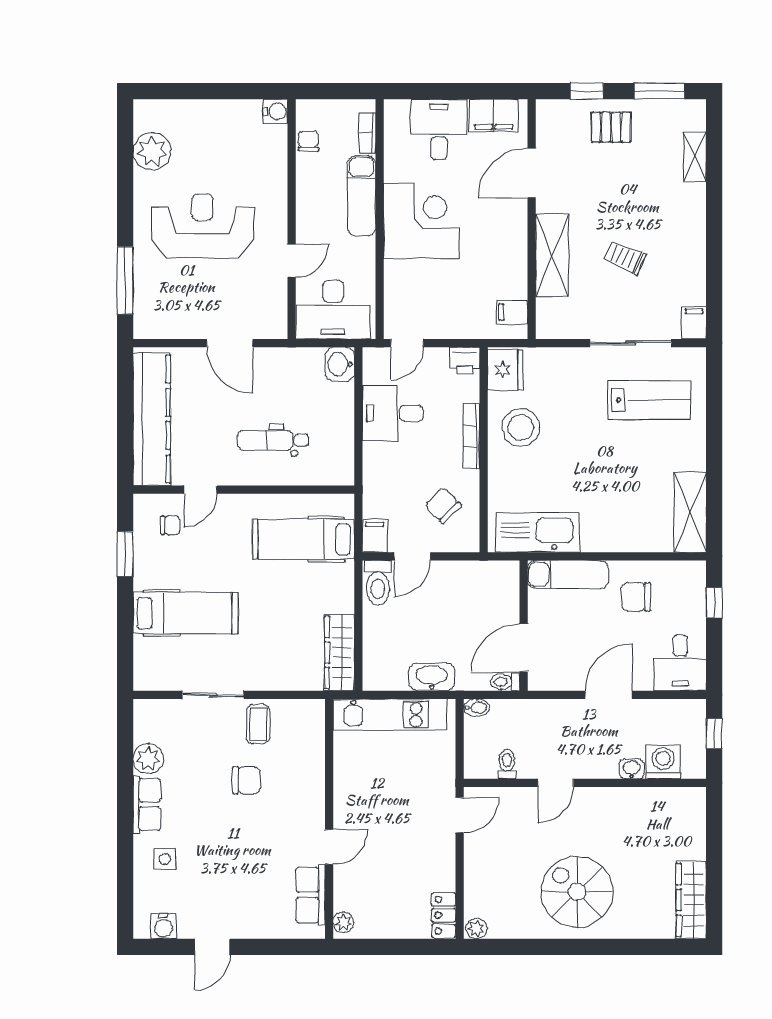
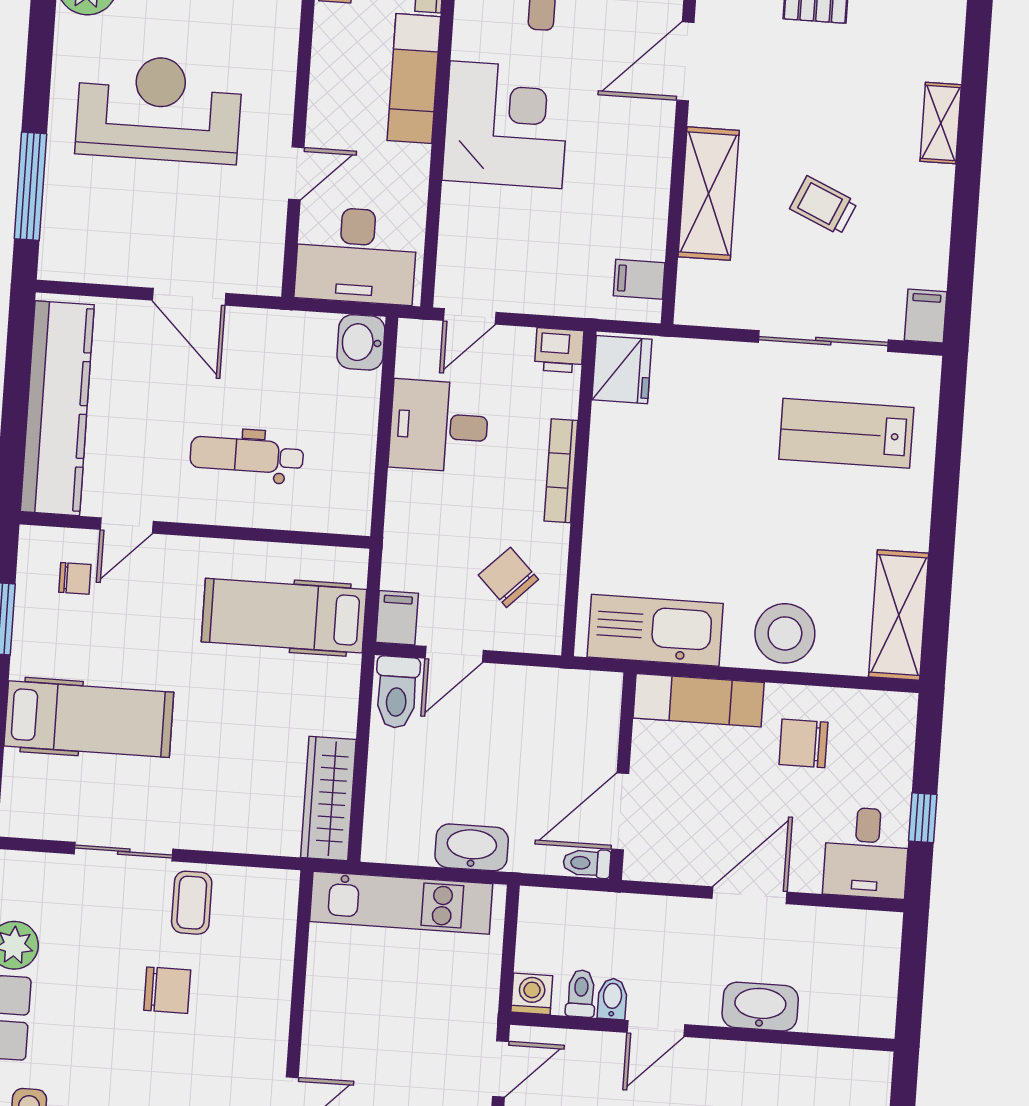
shelving: (695, 156) -> (941, 123), moved
lab bench: (649, 400) -> (846, 433), turned 180
stool: (521, 427) -> (785, 633), moved
window: (714, 603) -> (923, 818), moved
bidet: (476, 708) -> (612, 999), moved, turned -90
window: (714, 734) -> (912, 968), removed
washing machine: (663, 762) -> (532, 994), moved, width x0.73, depth x0.73
washbasin: (632, 769) -> (760, 1007), width x1.91, depth x1.45

